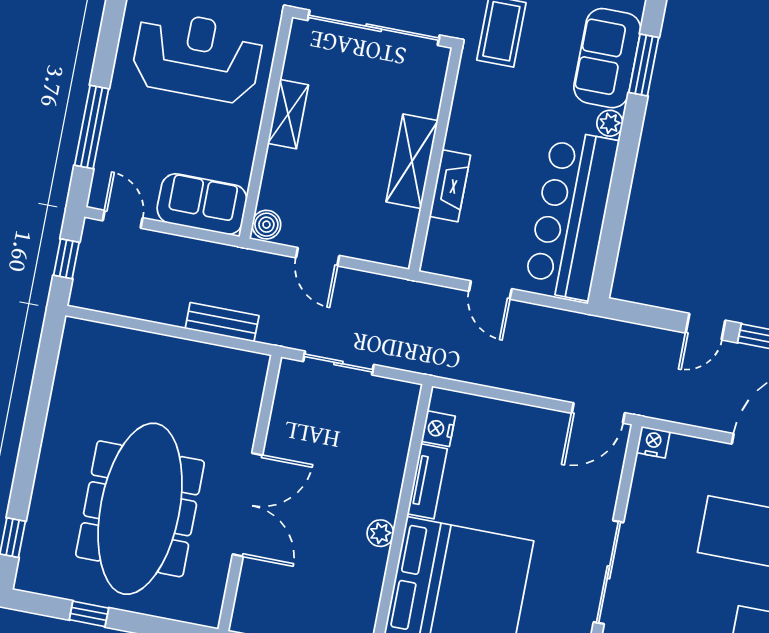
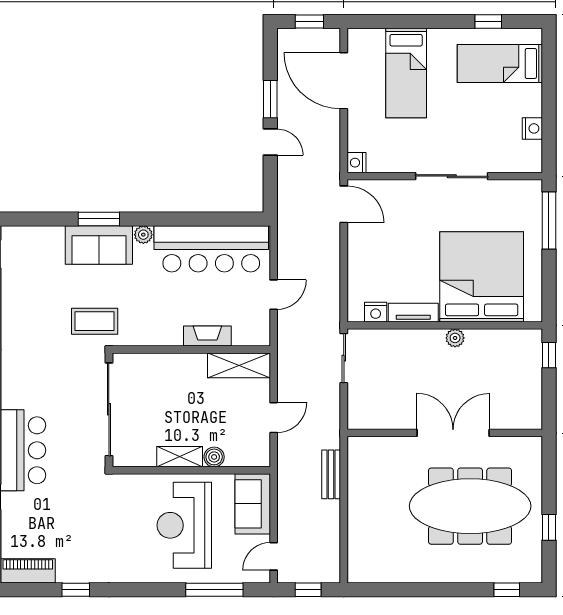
reception desk: (197, 57) -> (184, 525), moved
shelving: (412, 161) -> (239, 365), moved
boiler: (266, 225) -> (214, 457), moved
sliding door: (338, 363) -> (344, 358), moved

